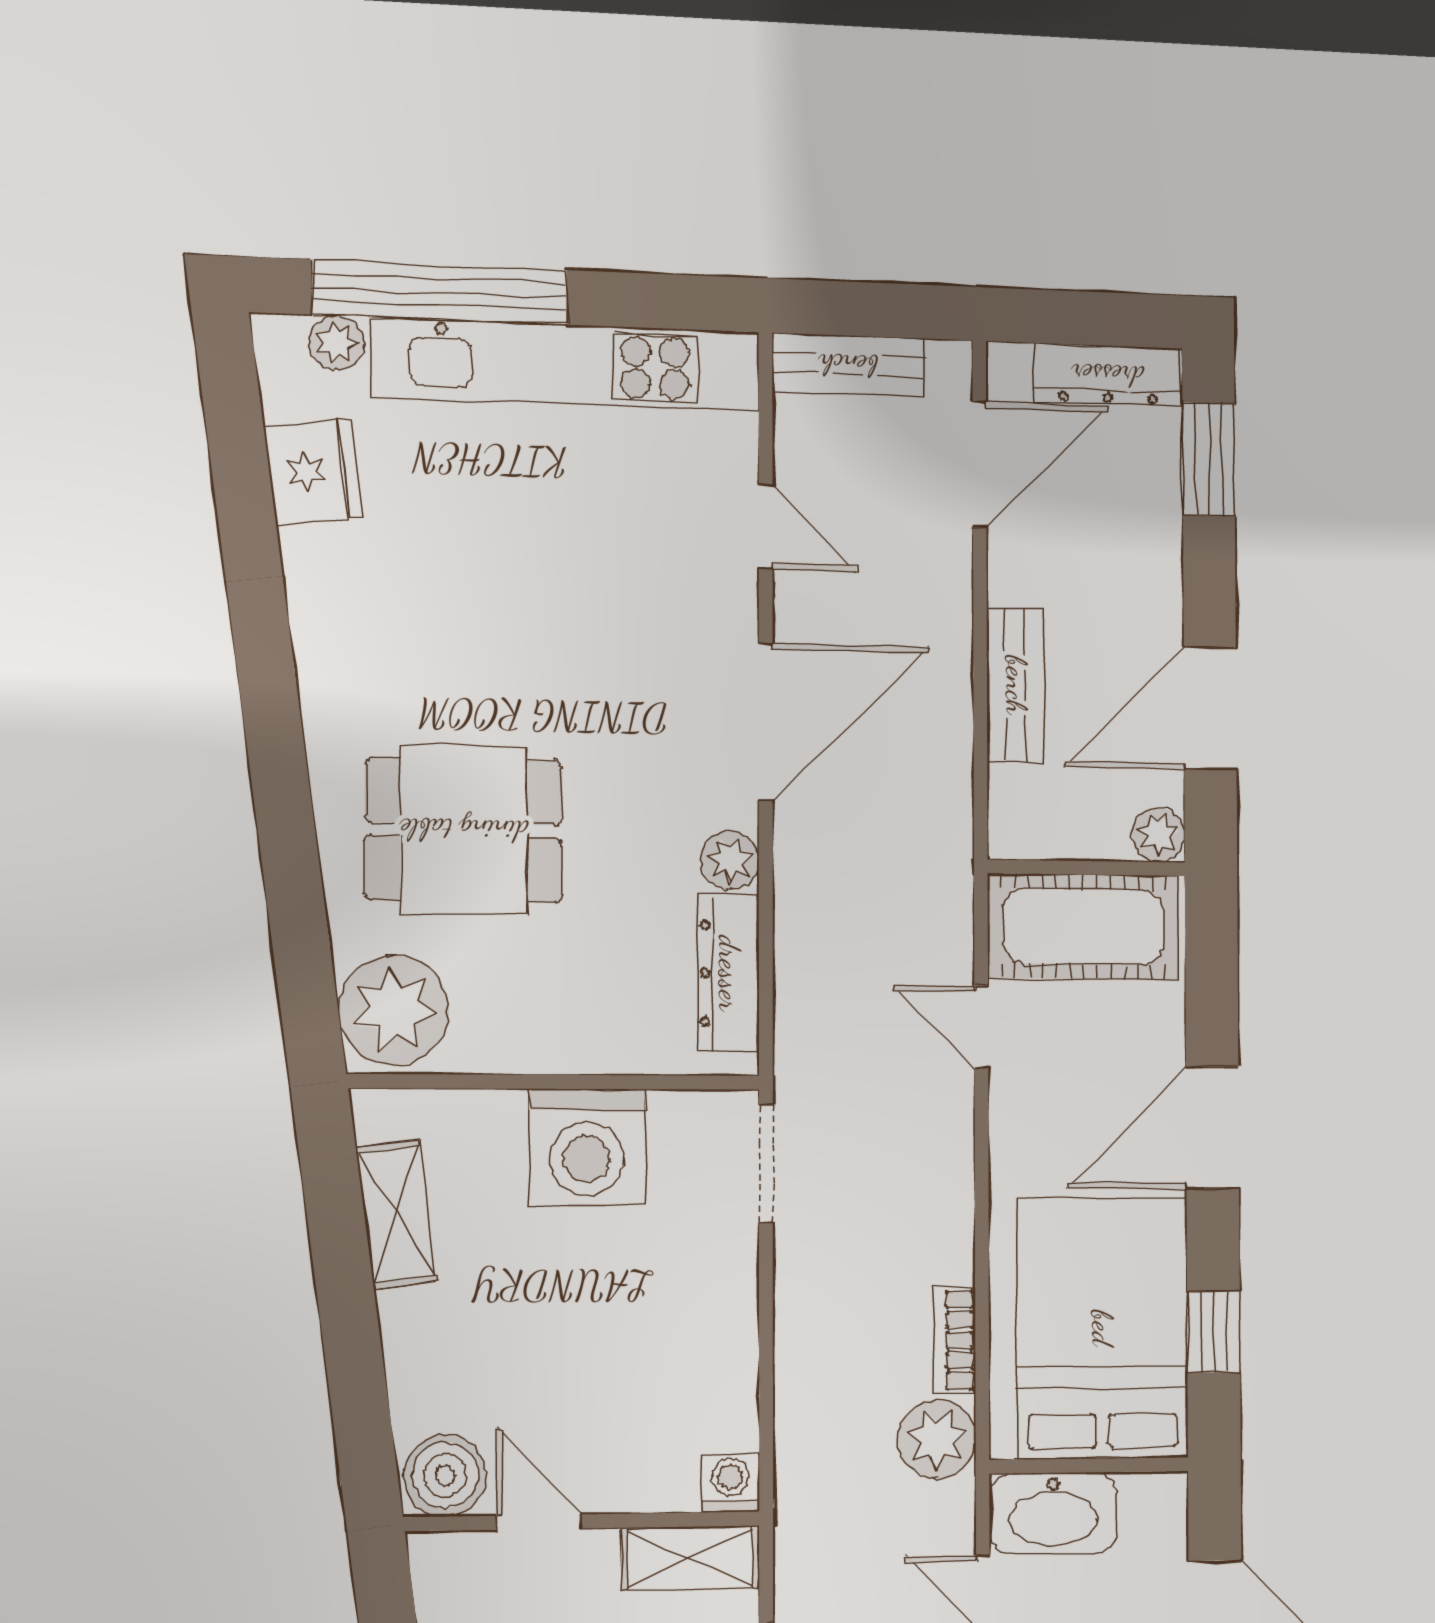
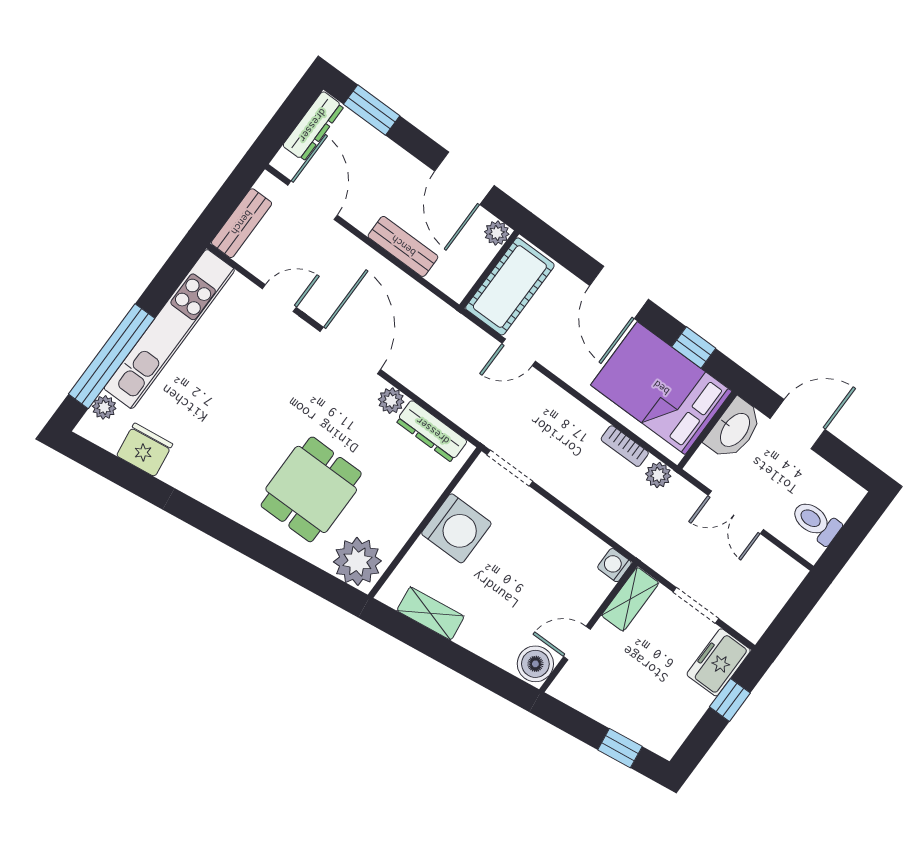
plant: (937, 1439) -> (658, 475), width x0.73, depth x0.73
washbasin: (1054, 1513) -> (734, 429), moved

